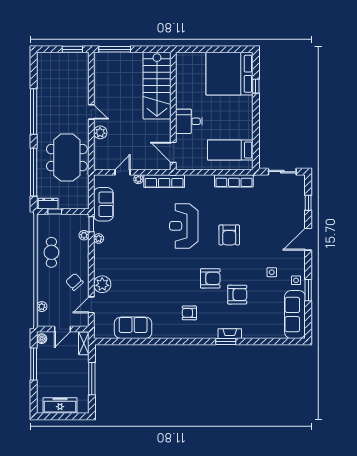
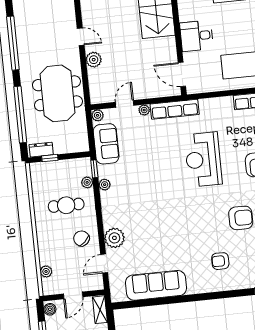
plant: (99, 180) -> (98, 115), added
cafe table: (51, 252) -> (66, 205), moved, turned 90
sofa: (133, 328) -> (156, 285), width x1.36

